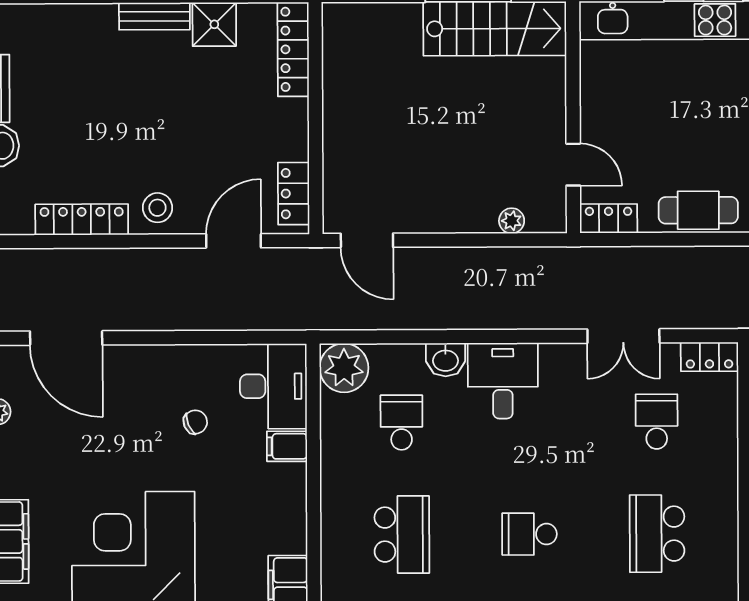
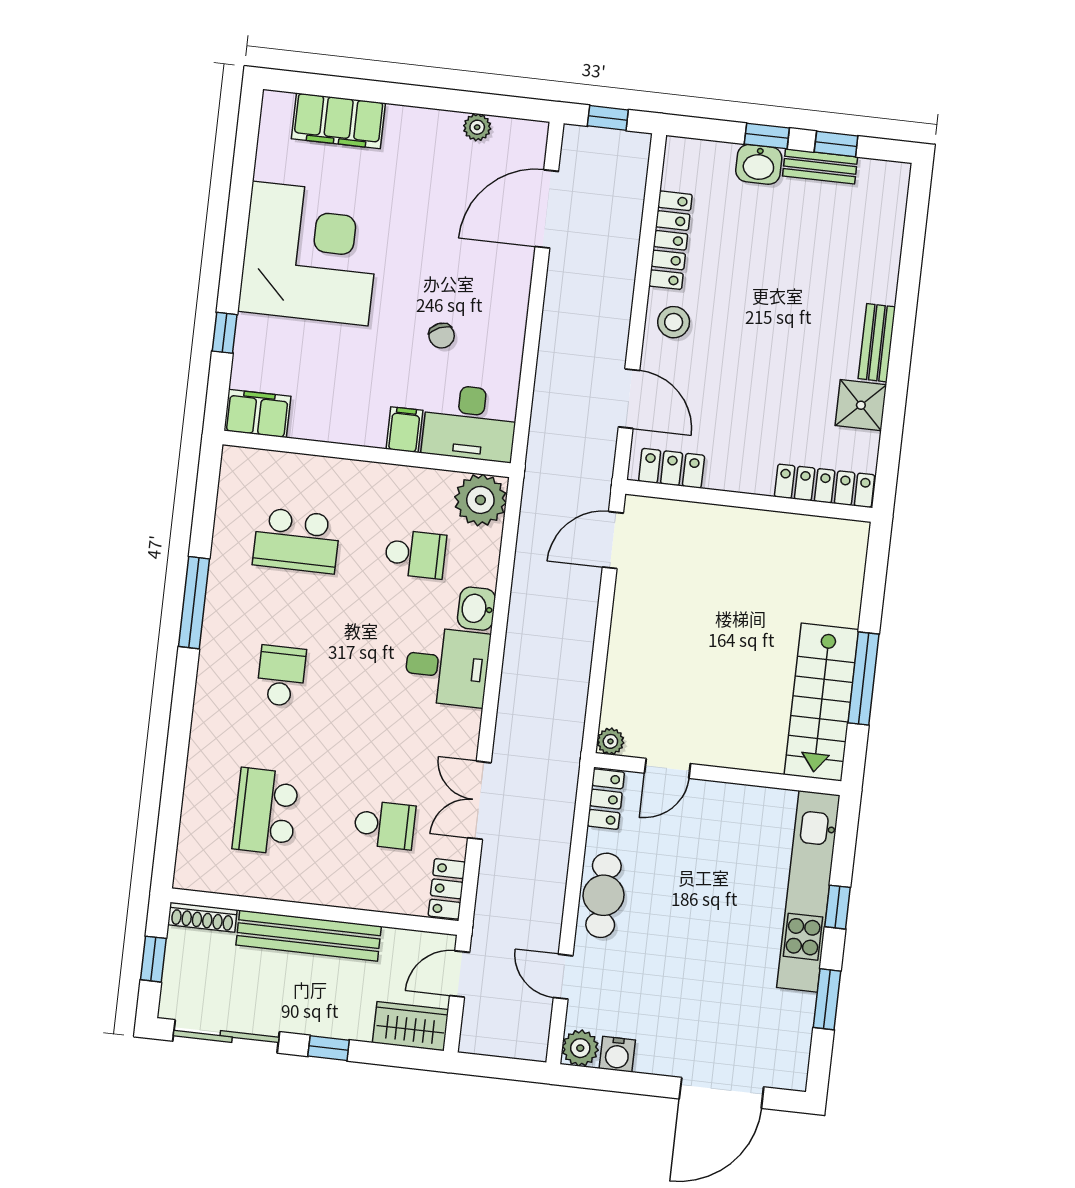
plant: (512, 221) -> (610, 741), moved
school desk: (657, 534) -> (266, 811), turned -90

